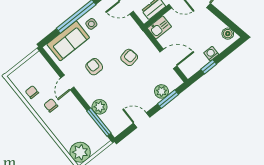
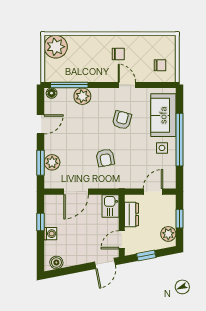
armchair: (94, 67) -> (122, 120), turned -75
chair: (32, 92) -> (160, 65), moved
floor lamp: (114, 130) -> (52, 93), added

